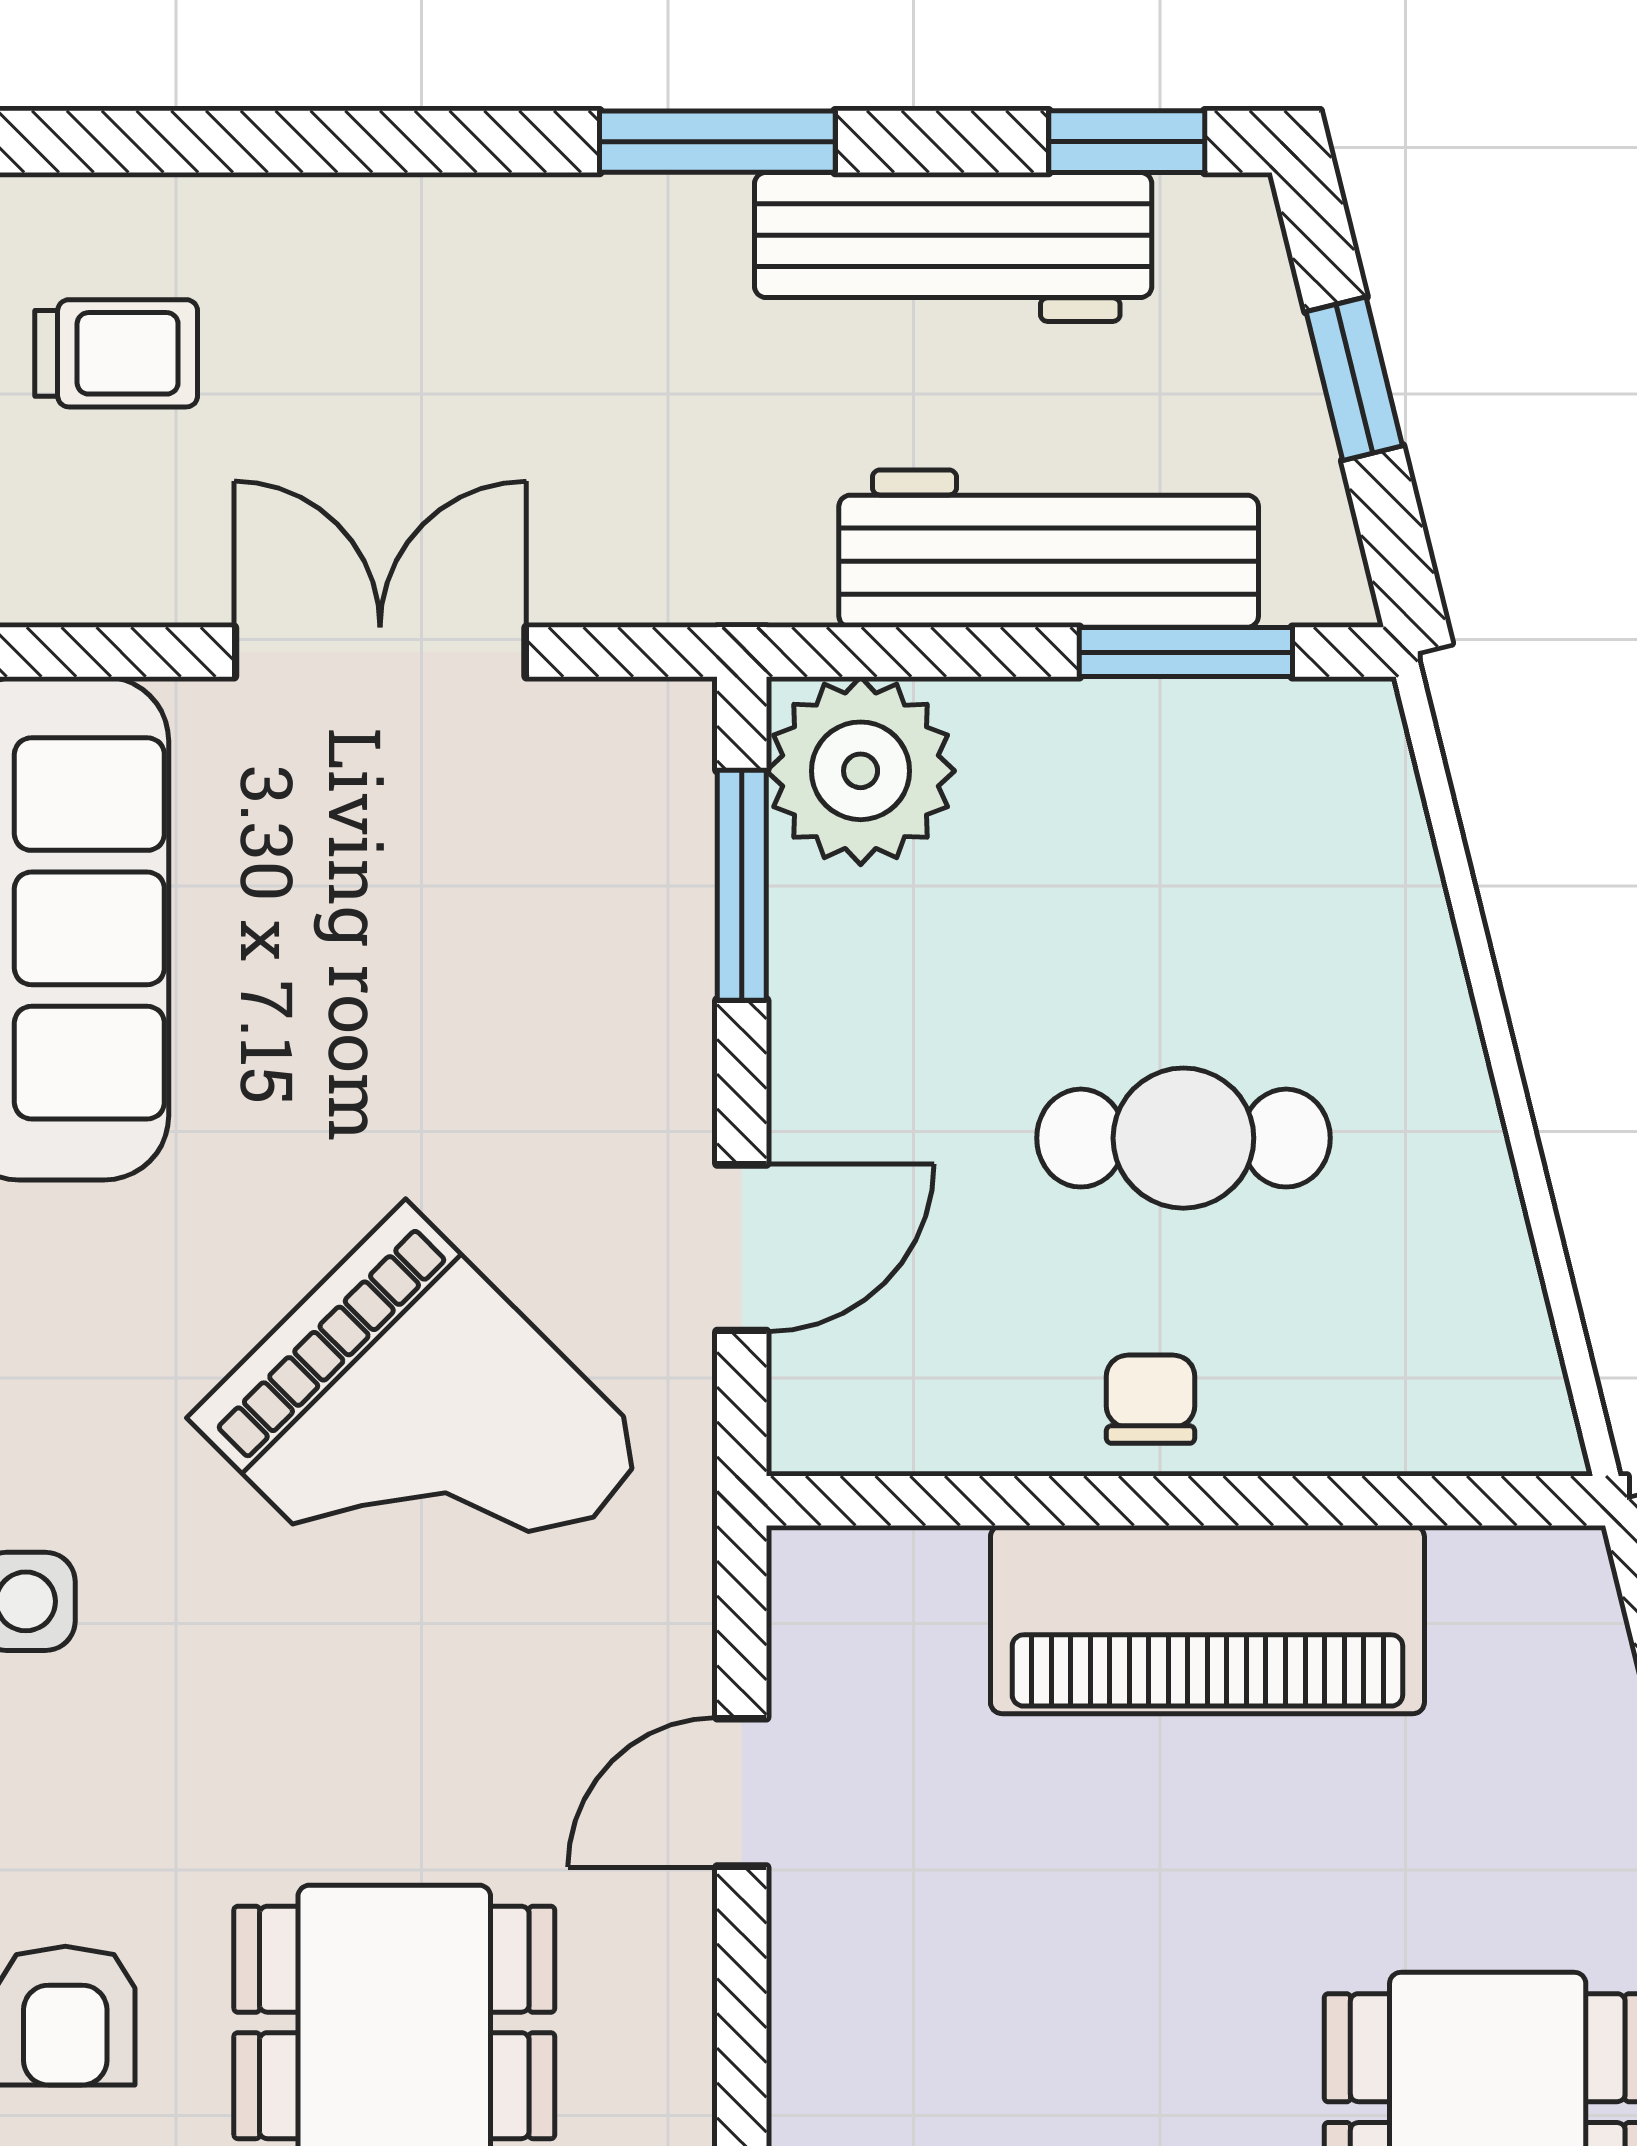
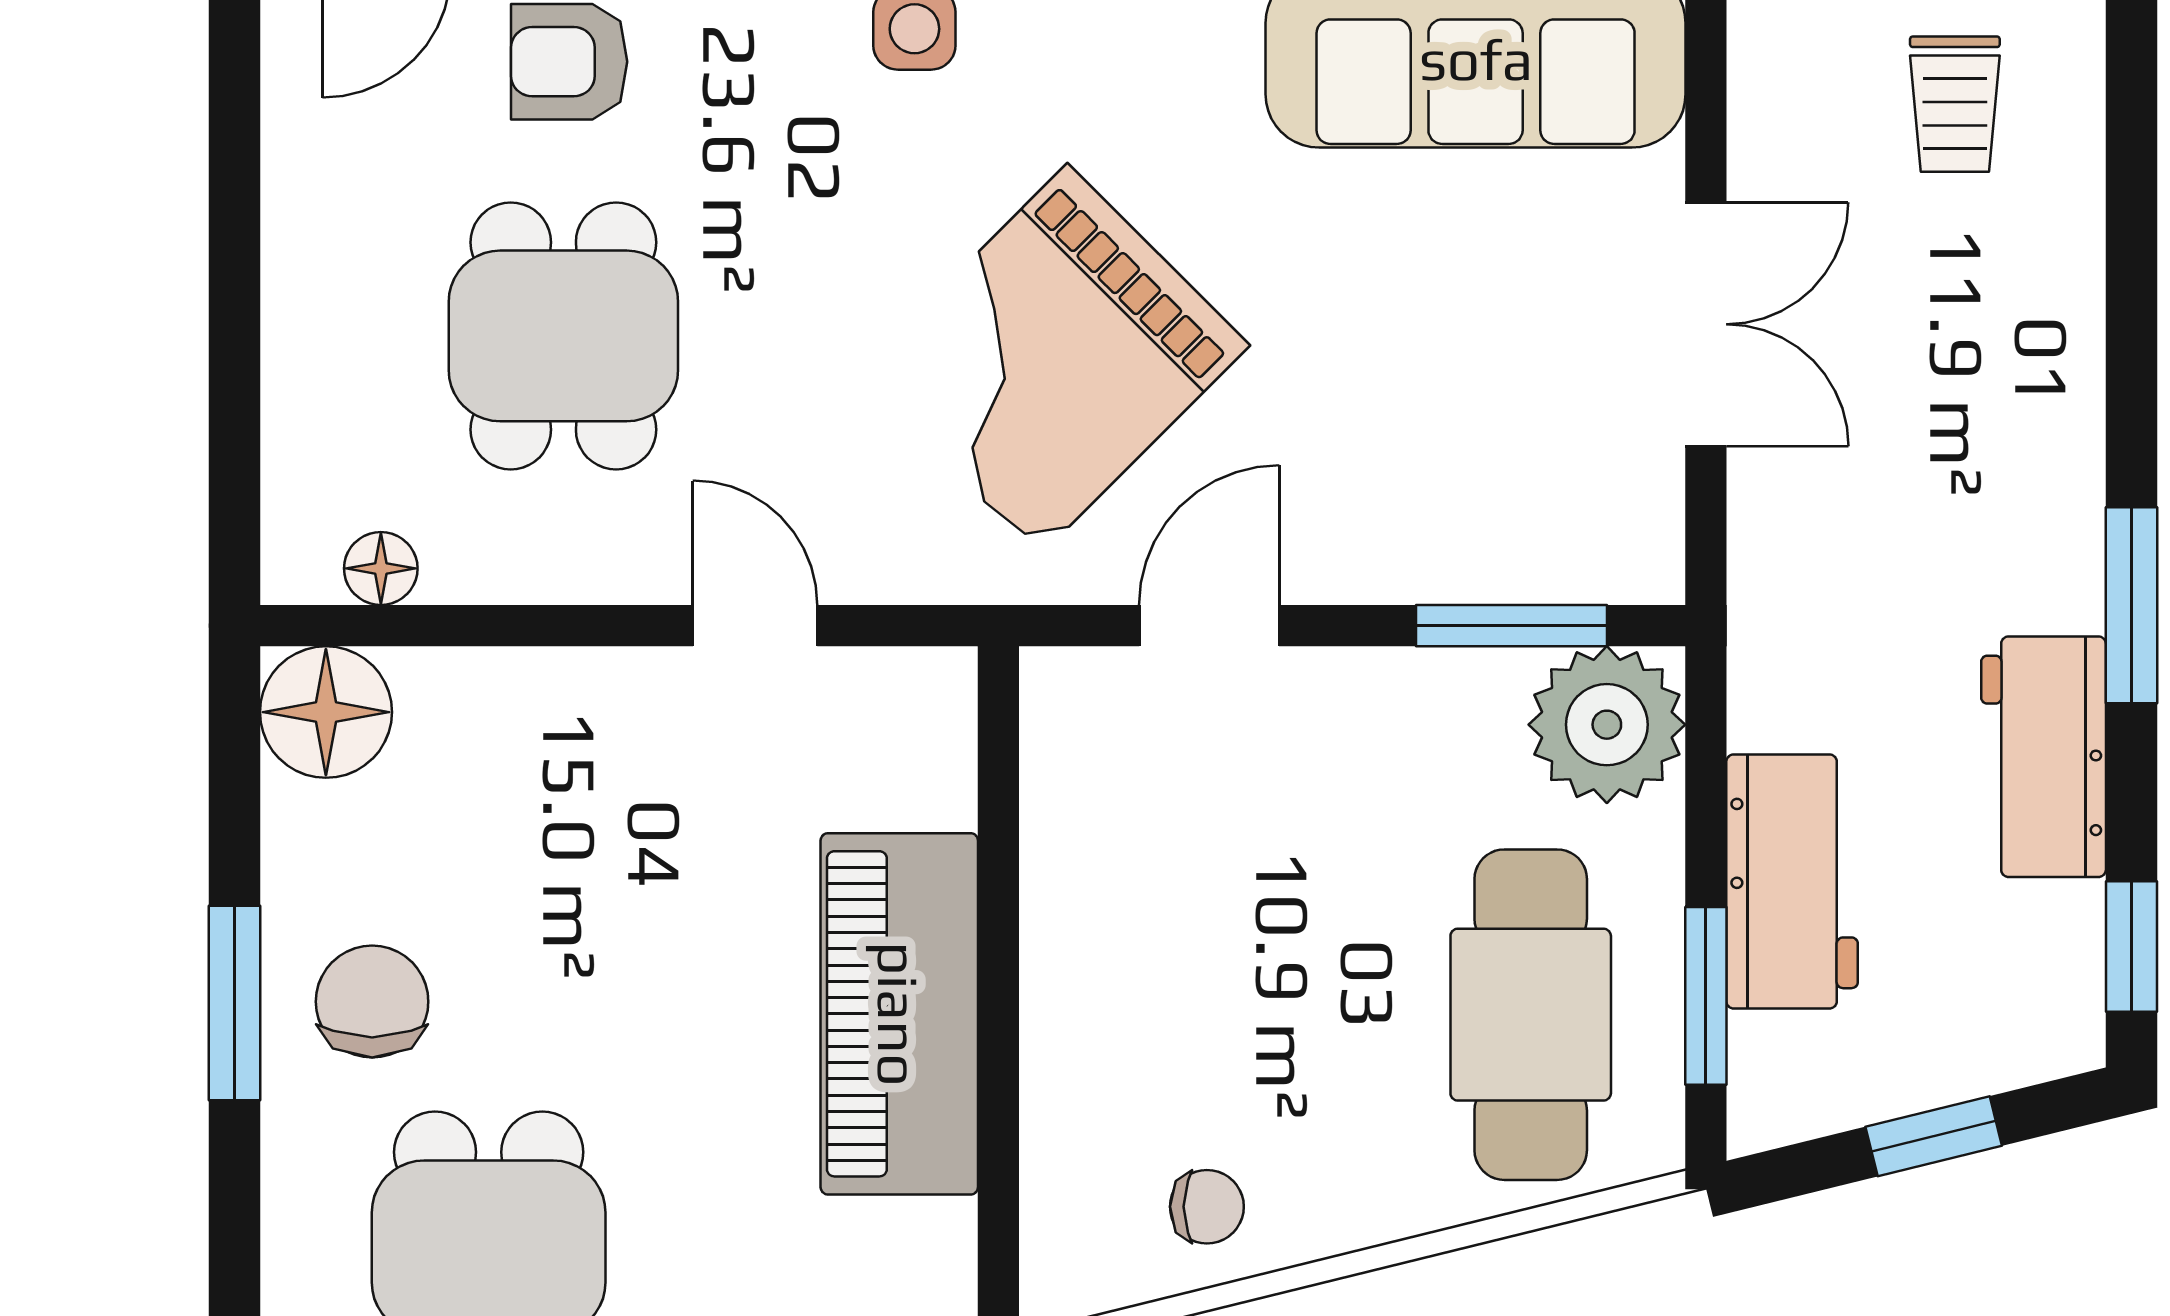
workbench: (953, 247) -> (2044, 757), width x0.73
workbench: (1049, 549) -> (1792, 881), width x0.73
cafe table: (1183, 1138) -> (1531, 1015), moved, width x1.37, depth x1.35
door: (742, 1248) -> (1209, 626), swing flipped
chair: (1151, 1399) -> (1207, 1207), moved

